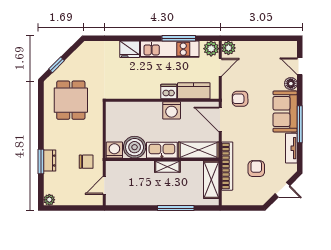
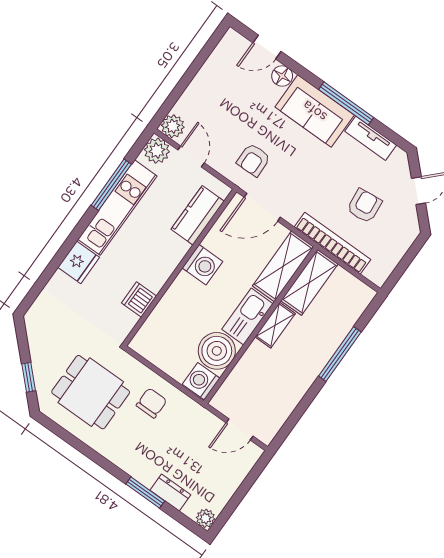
dishwasher: (169, 92) -> (139, 300), moved
dresser: (50, 161) -> (170, 493), moved
chair: (86, 162) -> (151, 403), moved
armchair: (256, 169) -> (364, 206), turned 84
shelving: (211, 180) -> (309, 282), moved, turned 90
door: (104, 185) -> (240, 429), hinge flipped

